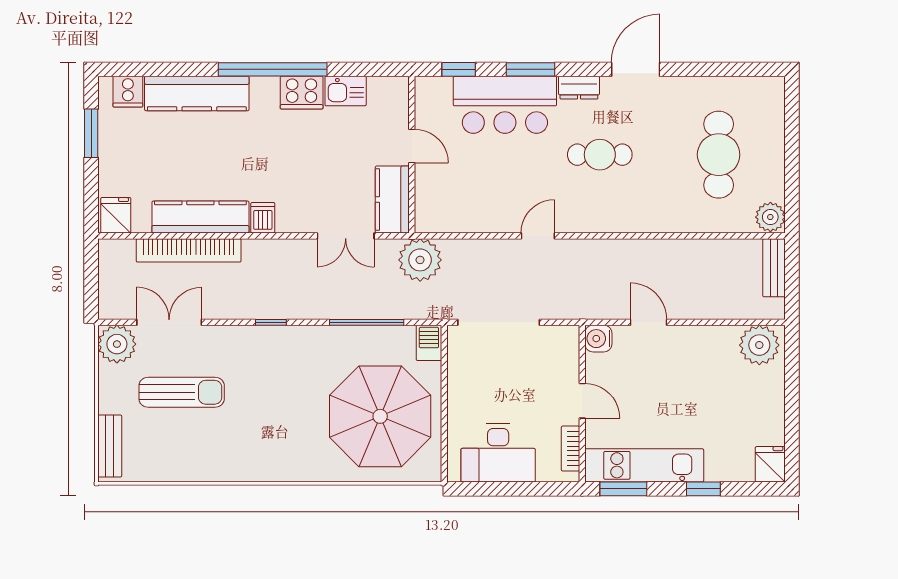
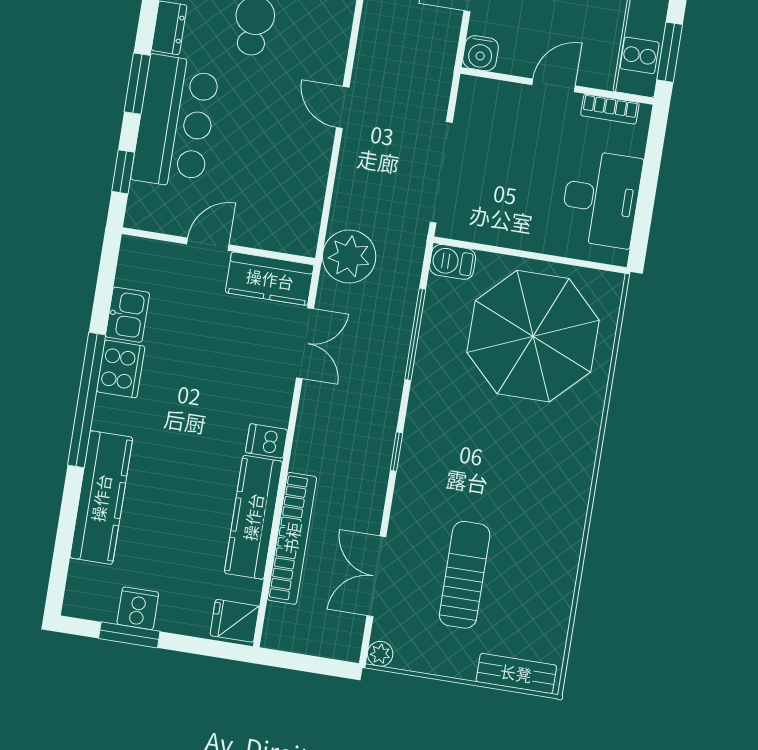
cooker: (128, 92) -> (138, 608), moved, turned -90
plant: (117, 344) -> (380, 654), width x0.53, depth x0.53

